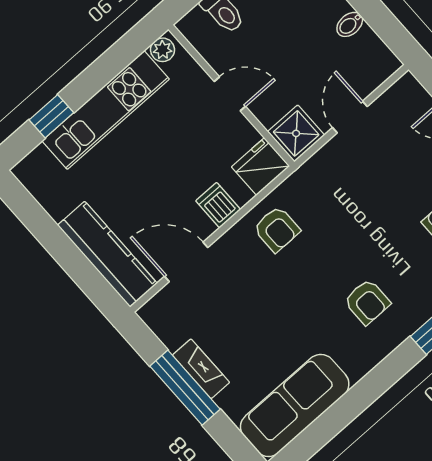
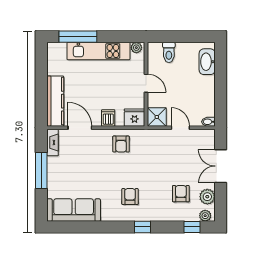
bidet: (350, 24) -> (208, 122), moved
window: (51, 116) -> (78, 37), width x2.17
door: (350, 117) -> (180, 128), hinge flipped
armchair: (367, 302) -> (130, 196), turned 180
fireplace: (201, 369) -> (52, 142), moved

